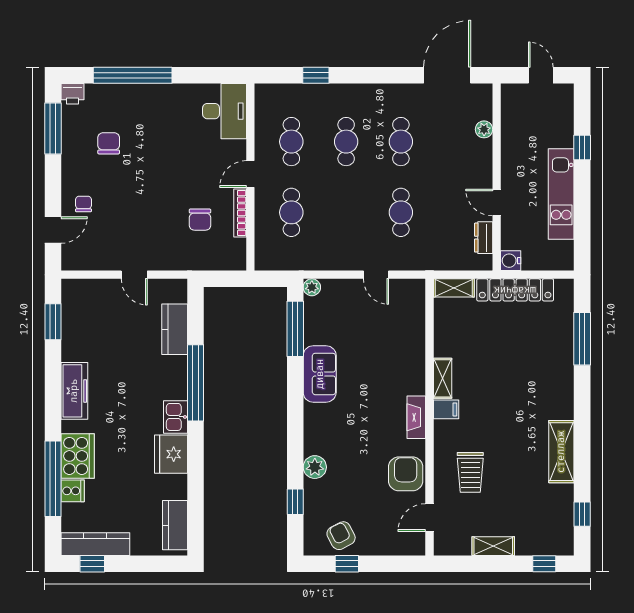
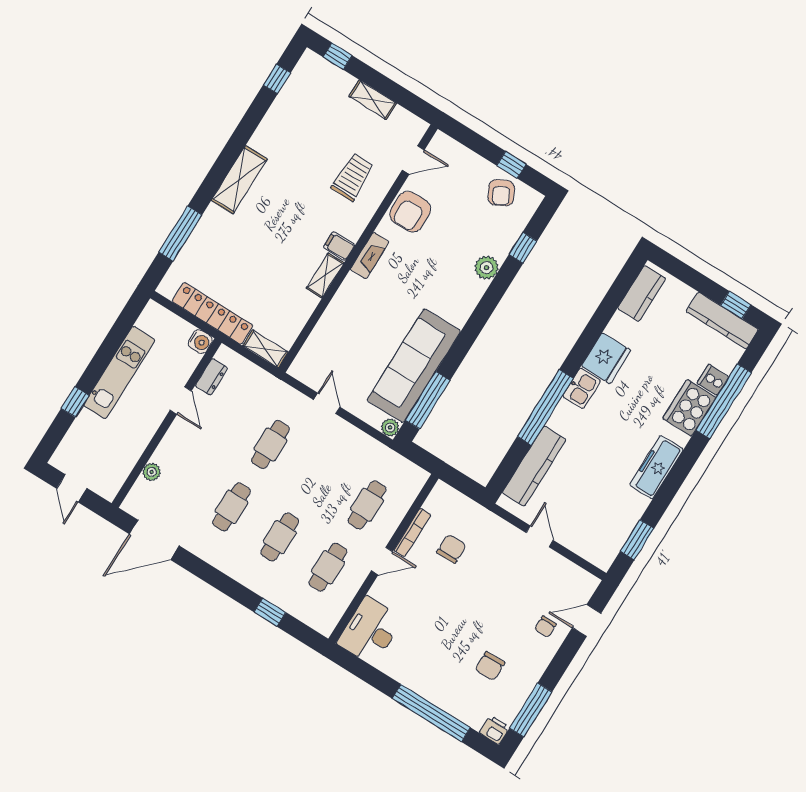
kitchen counter: (175, 329) -> (534, 466), width x1.50
sofa: (320, 374) -> (414, 366), width x1.85, depth x1.27
shelving: (561, 452) -> (239, 180), moved

